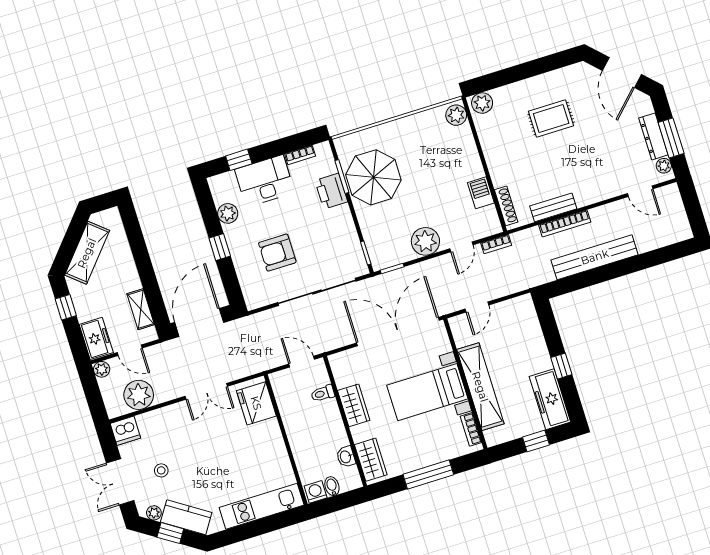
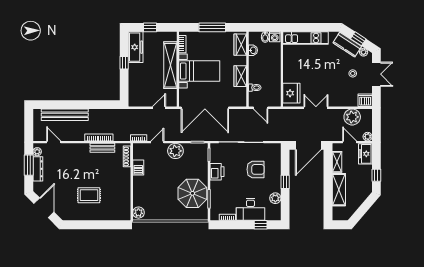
plant: (482, 103) -> (123, 215), removed
printer: (331, 191) -> (217, 172), moved
shelving: (87, 253) -> (339, 190), moved, turned -40
bench: (595, 257) -> (65, 115), moved

